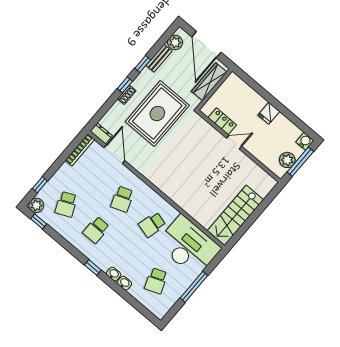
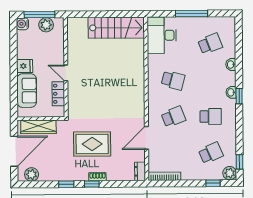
bench: (159, 58) -> (52, 176), removed
sofa: (247, 98) -> (27, 91), added
rug: (157, 114) -> (92, 144), width x0.73, depth x0.69
door: (114, 154) -> (146, 138), moved
desk: (189, 246) -> (162, 35), width x0.73, depth x0.77
washbasin: (114, 274) -> (231, 92), moved

